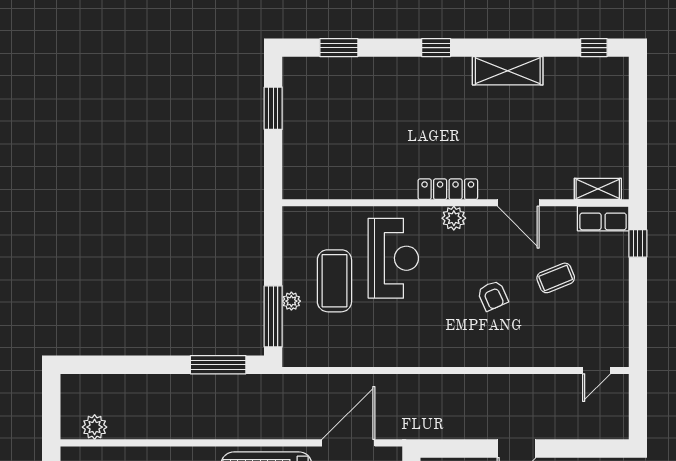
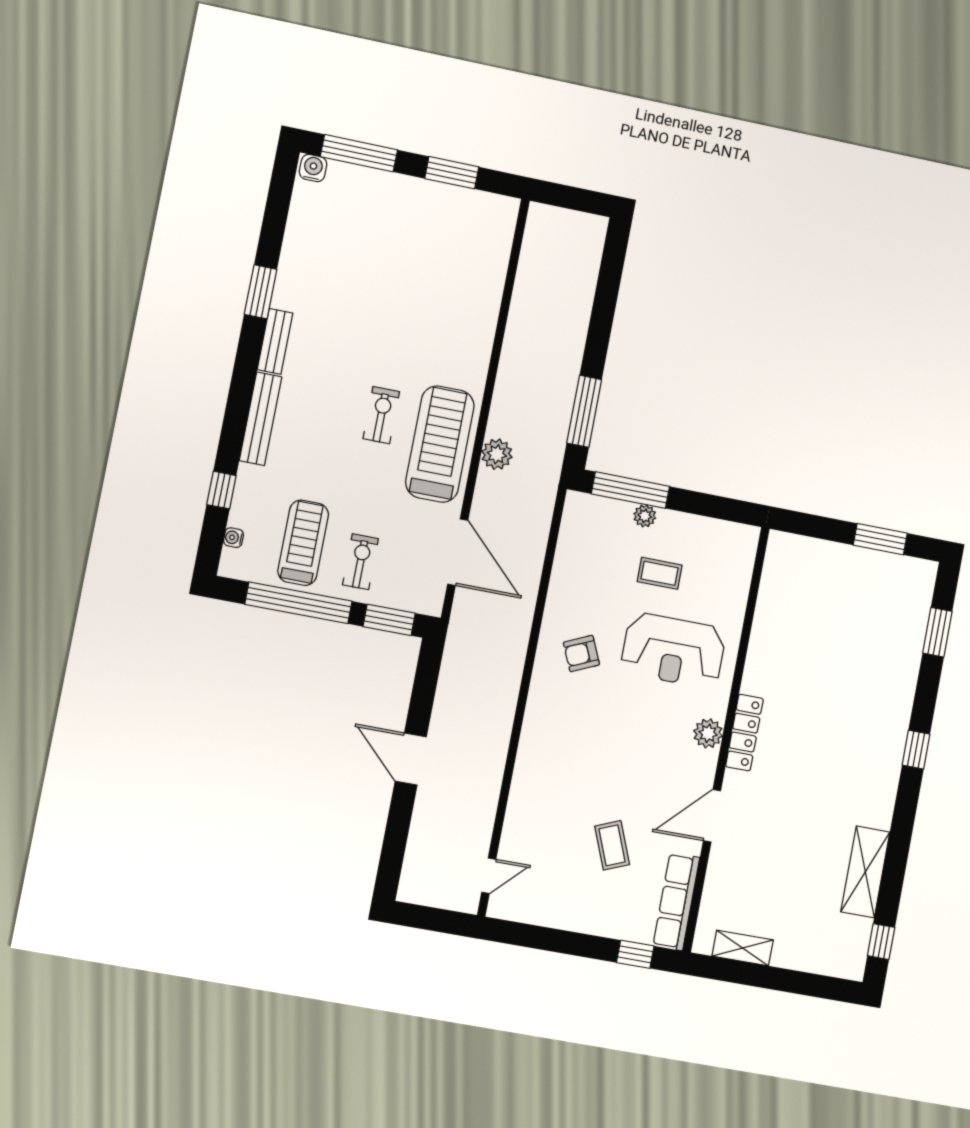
shelving: (508, 71) -> (865, 872), moved
shelving: (598, 189) -> (743, 948), moved, turned 90
row of seats: (603, 218) -> (676, 902), width x1.48
coffee table: (334, 281) -> (660, 573), width x0.54, depth x0.58
armchair: (493, 296) -> (581, 654), moved
door: (597, 370) -> (489, 876), swing flipped
plant: (95, 427) -> (497, 454), moved

